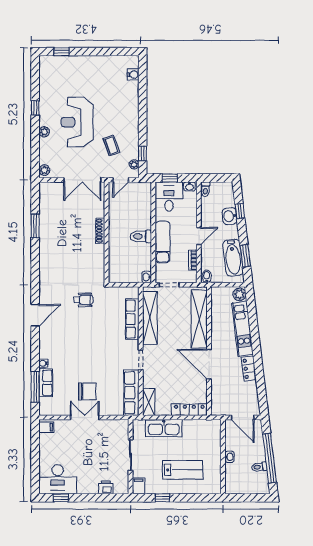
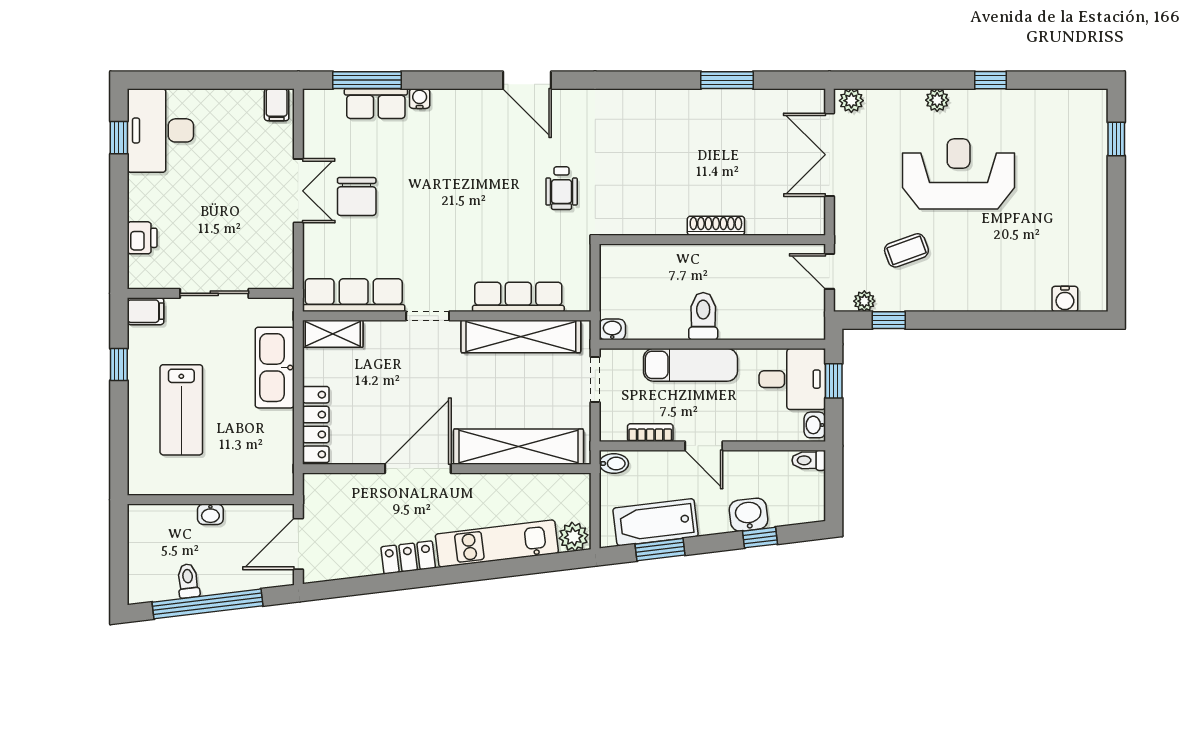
double door: (82, 180) -> (830, 155), moved

